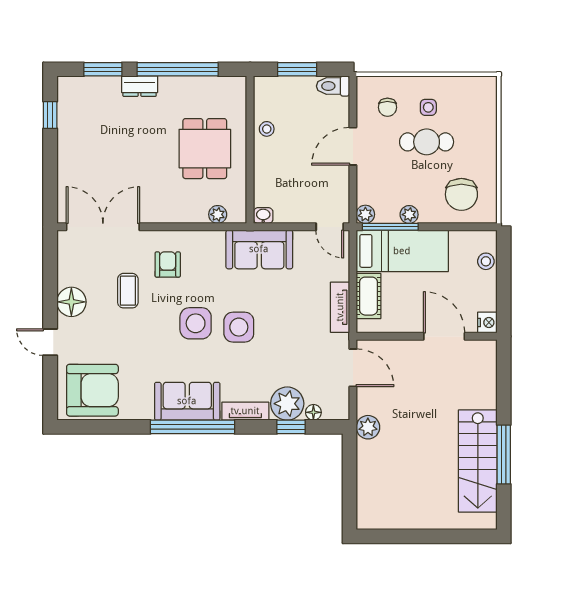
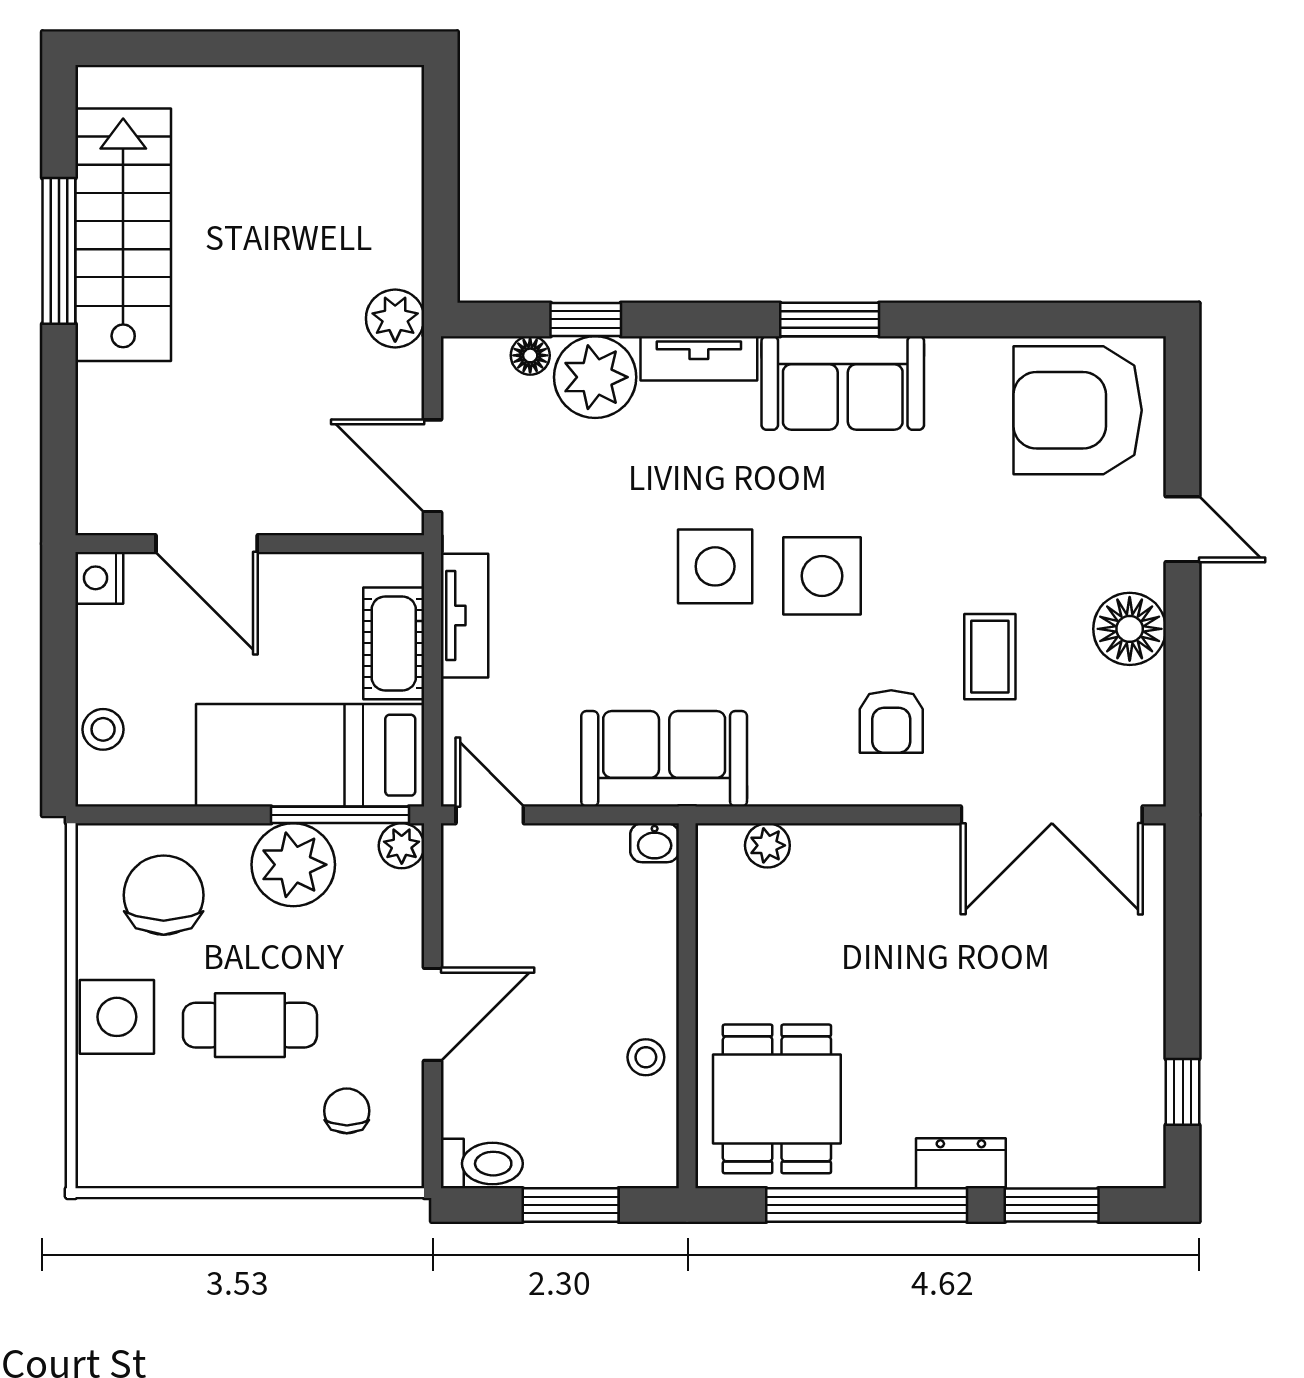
side table: (428, 107) -> (117, 1017), moved, width x1.87, depth x1.87
dining table: (205, 149) -> (777, 1099), moved
plant: (409, 215) -> (293, 865), width x1.88, depth x1.88
window: (193, 427) -> (830, 319), width x0.47

